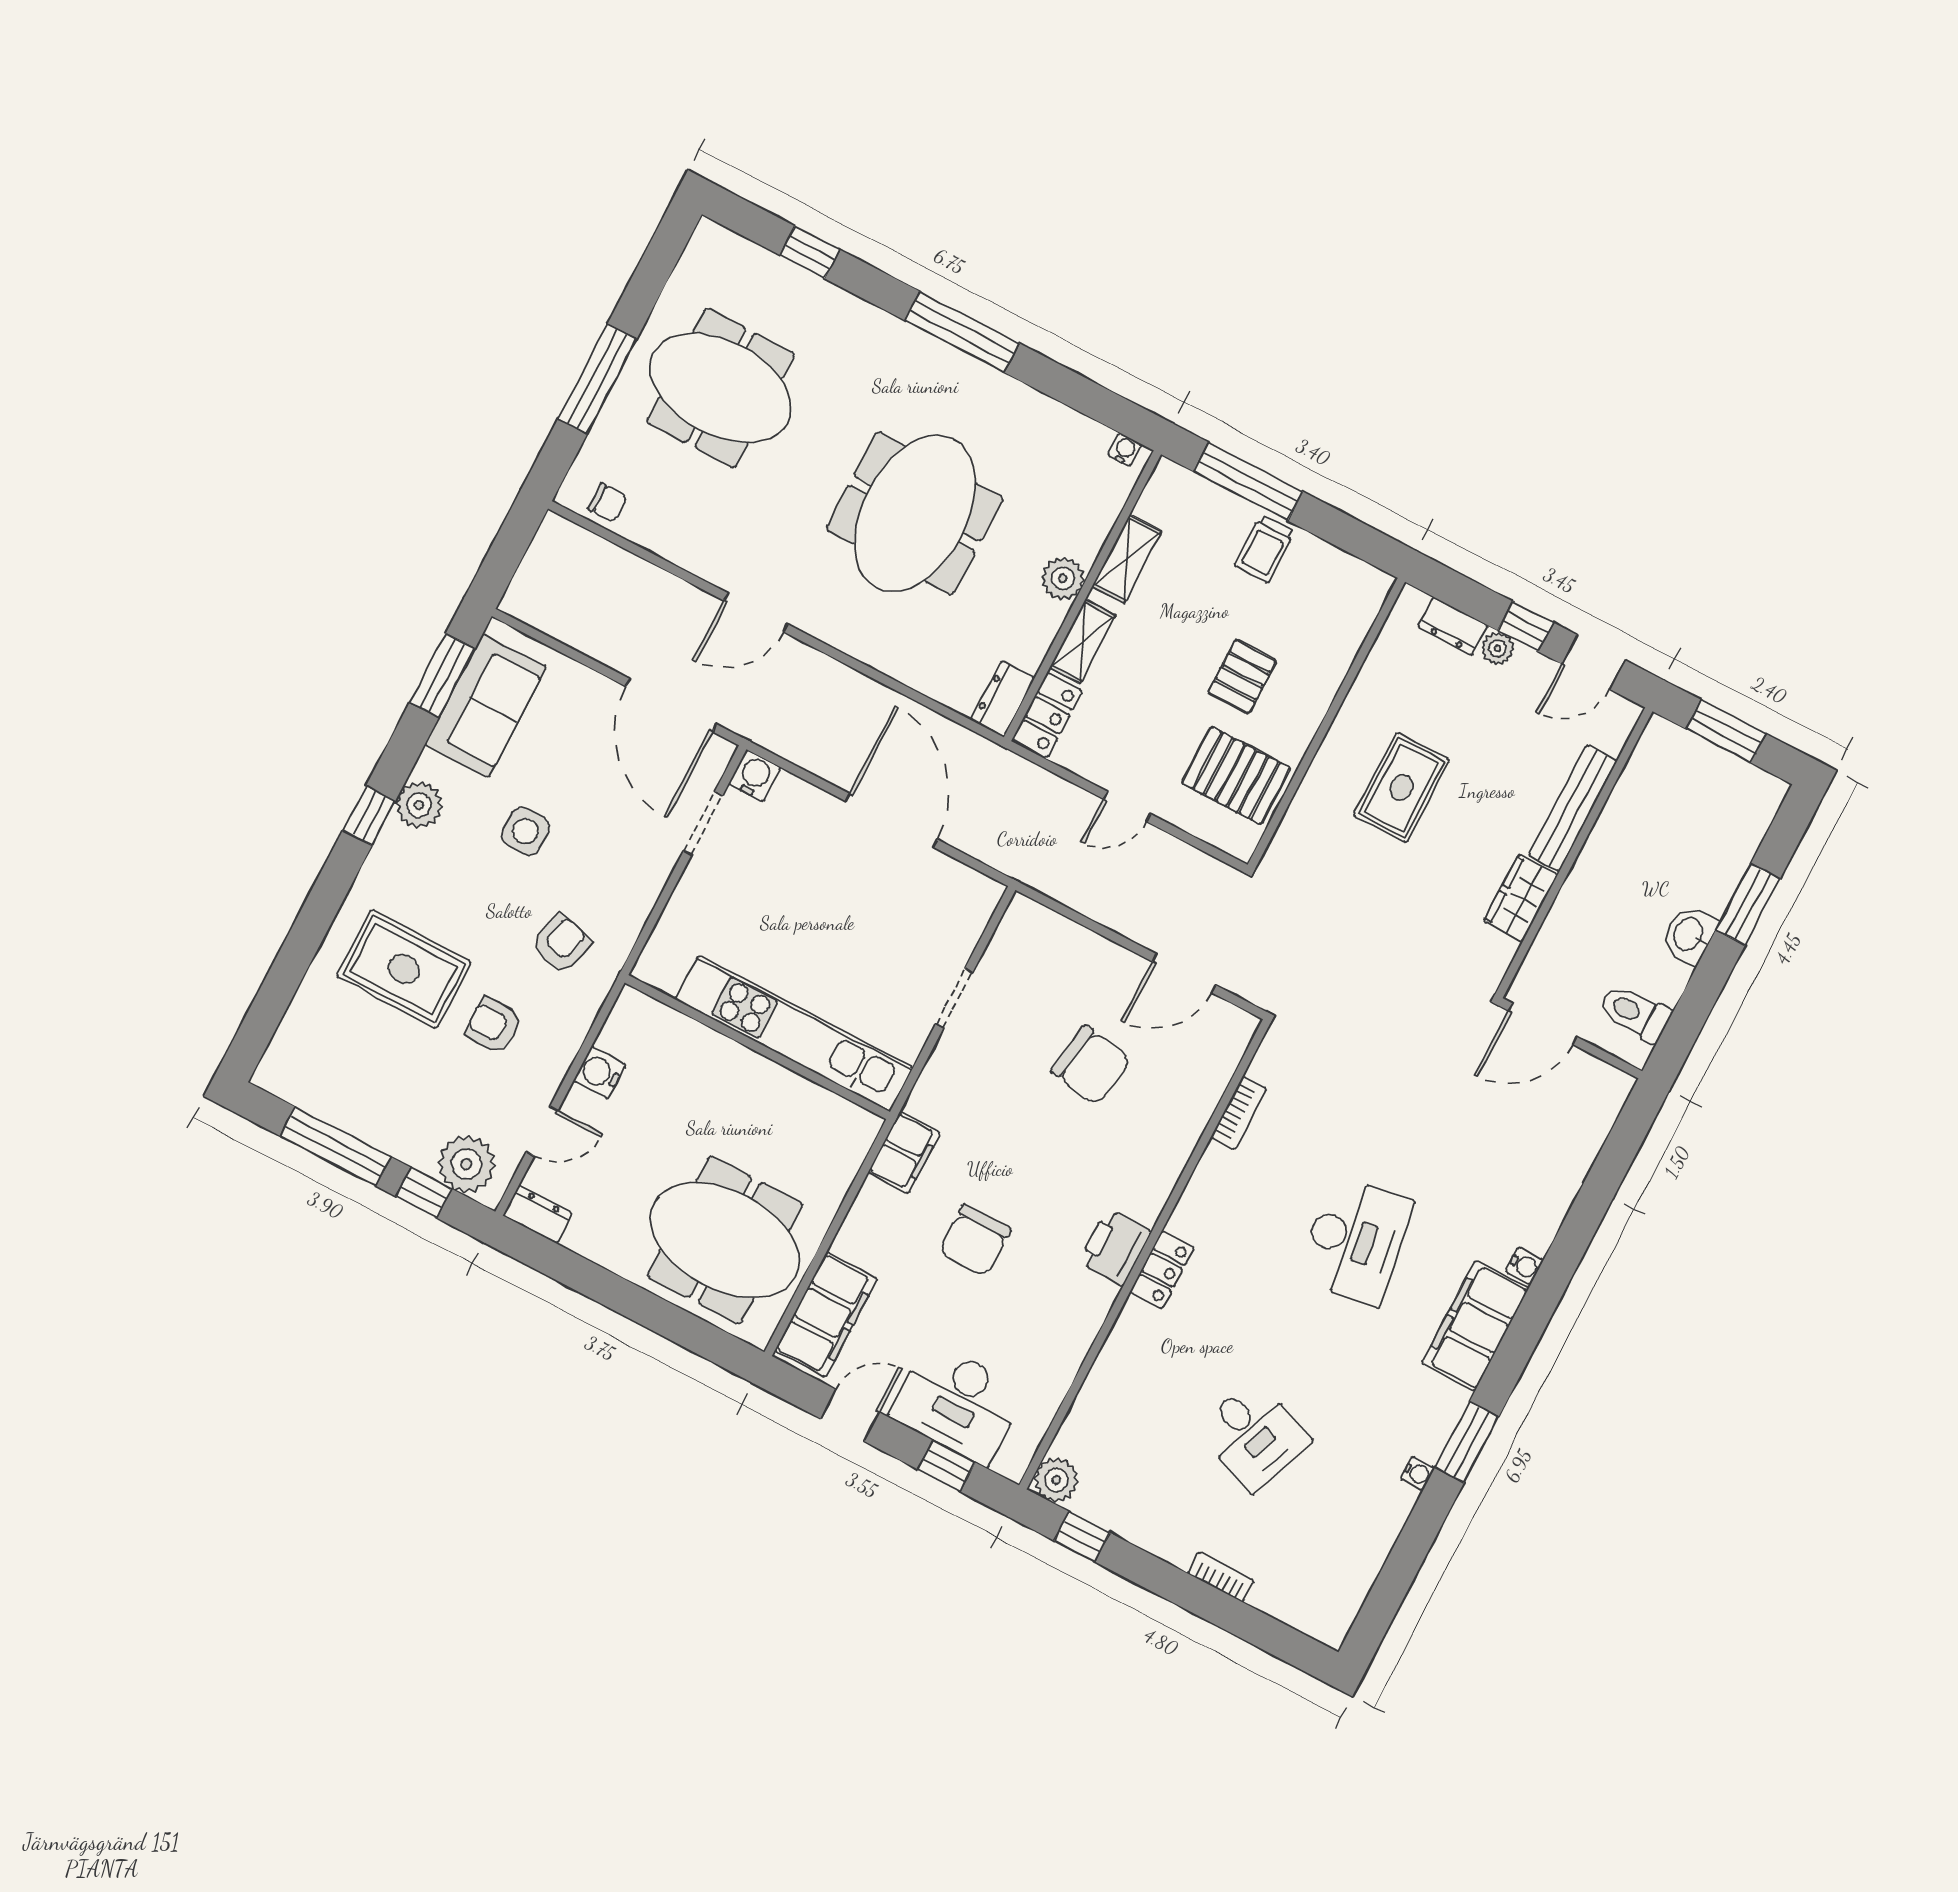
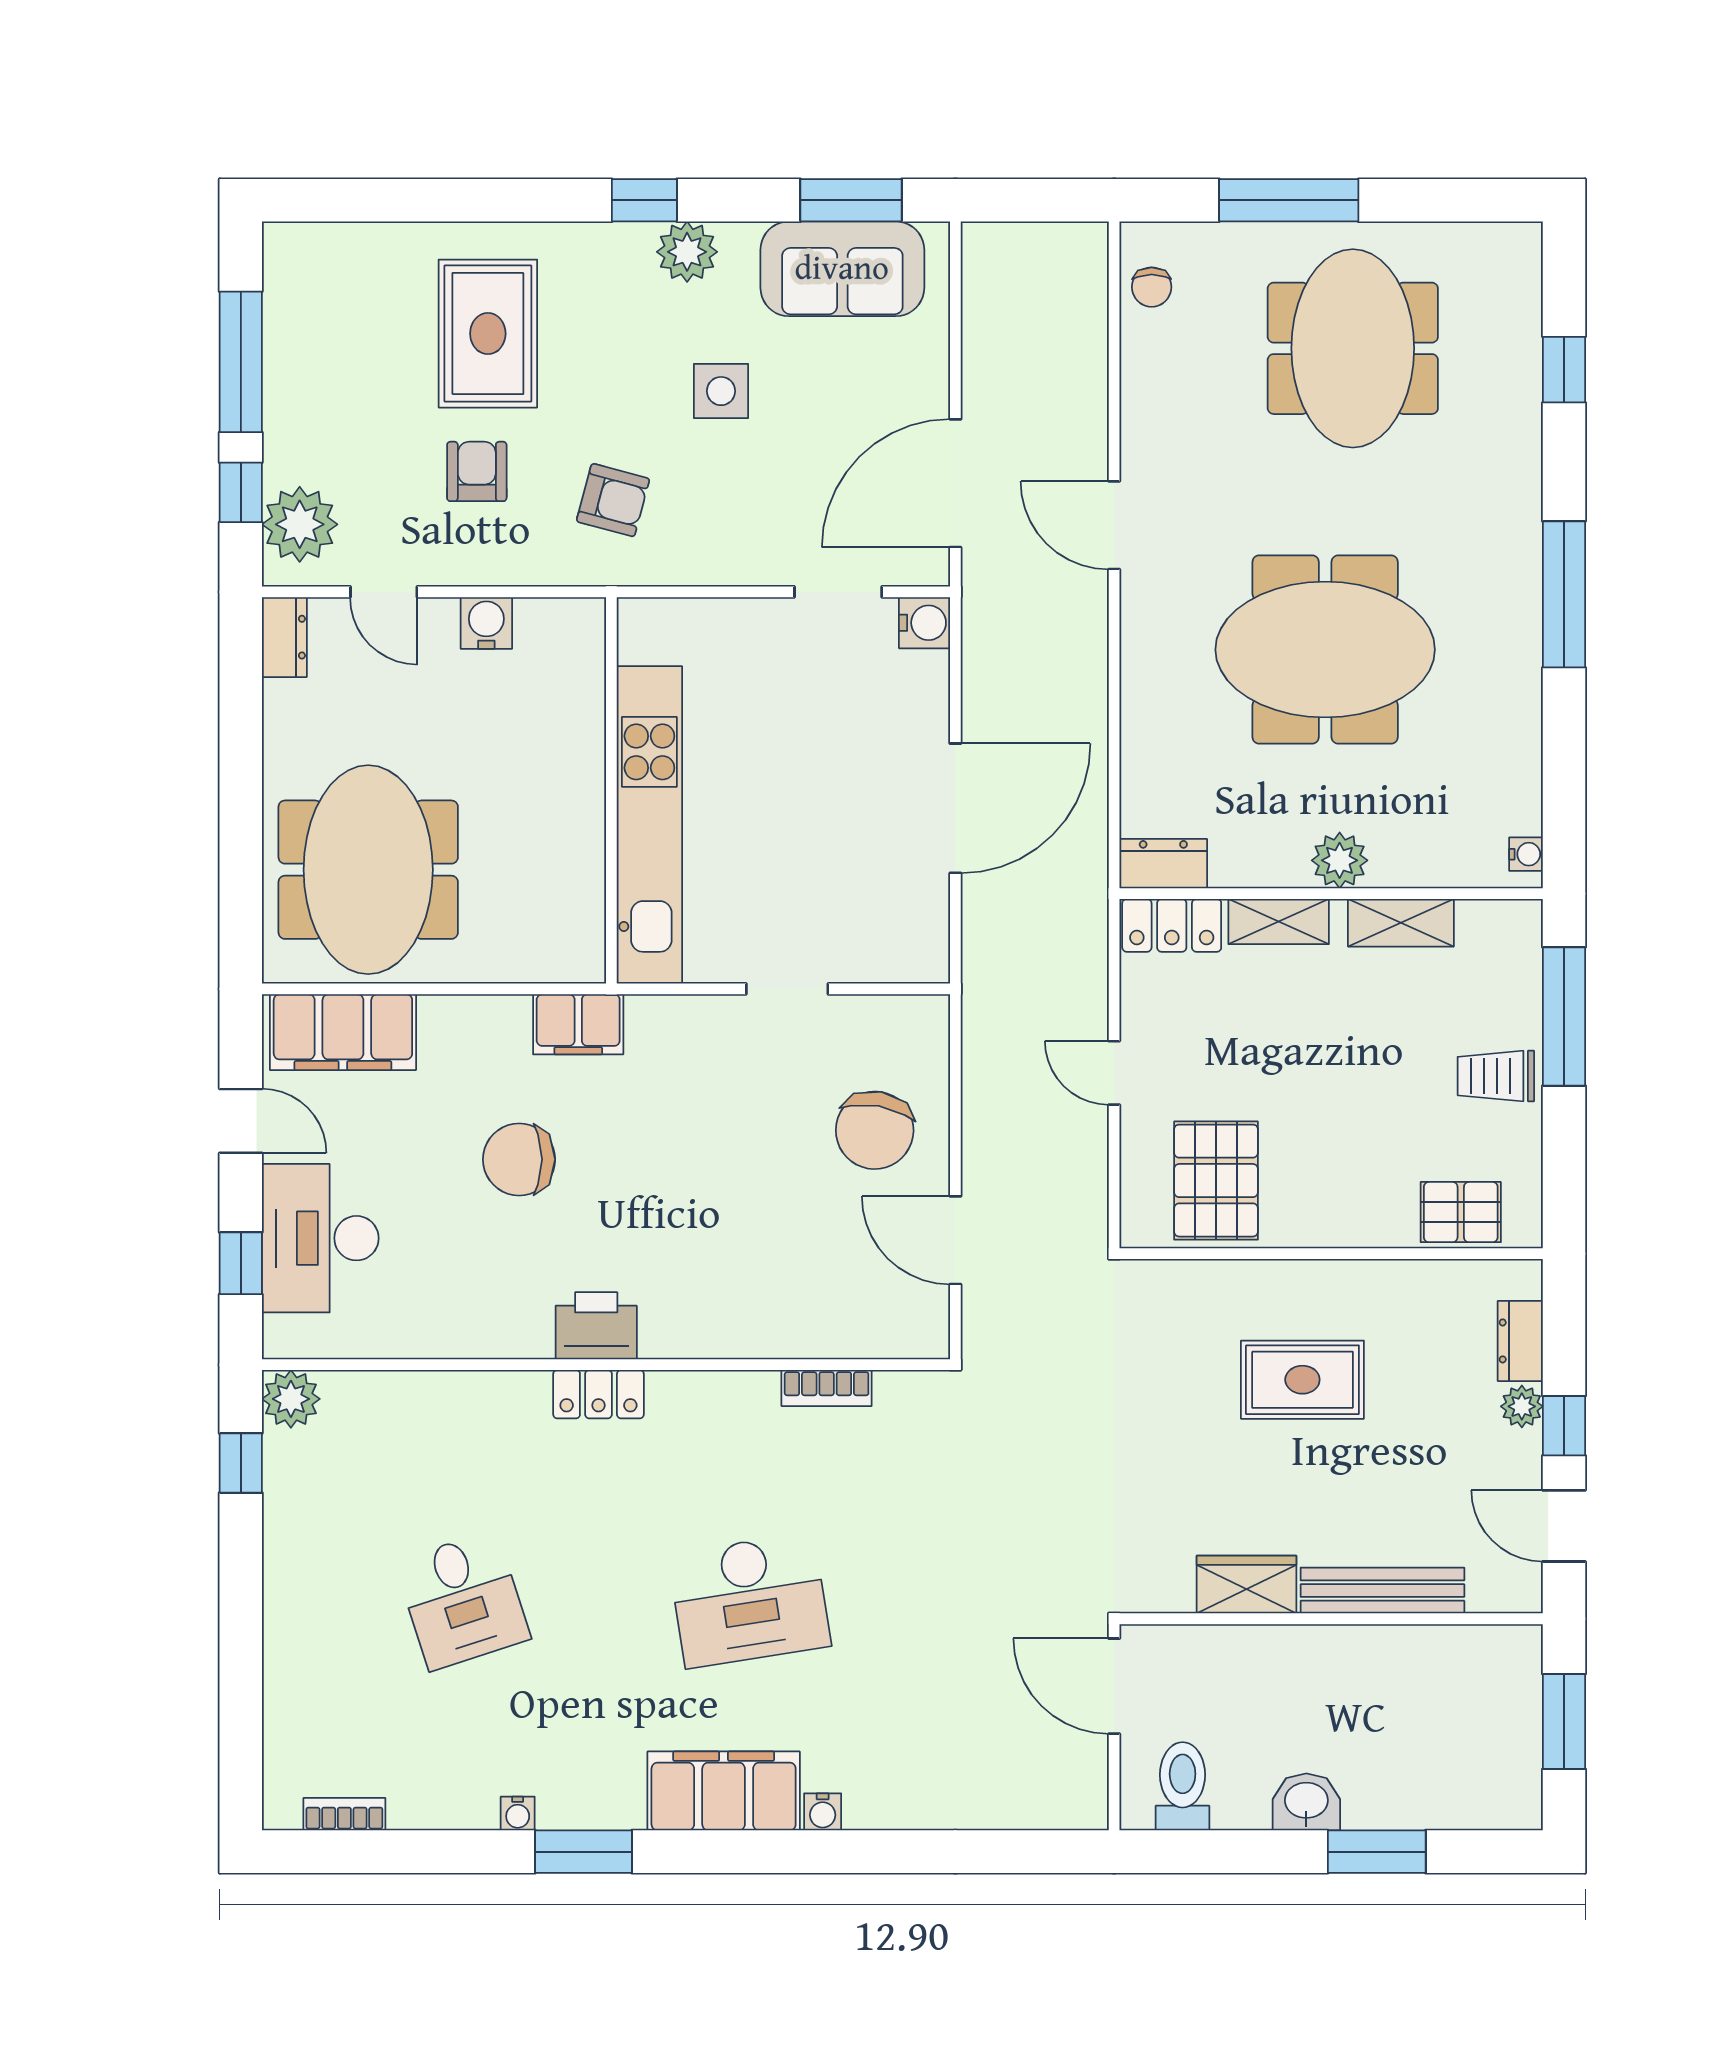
pallet: (1242, 677) -> (1461, 1212), moved
chair: (1091, 1065) -> (875, 1130), moved
desk: (1254, 1435) -> (463, 1600), turned -39
bookcase: (1221, 1577) -> (344, 1814), moved, turned -90

